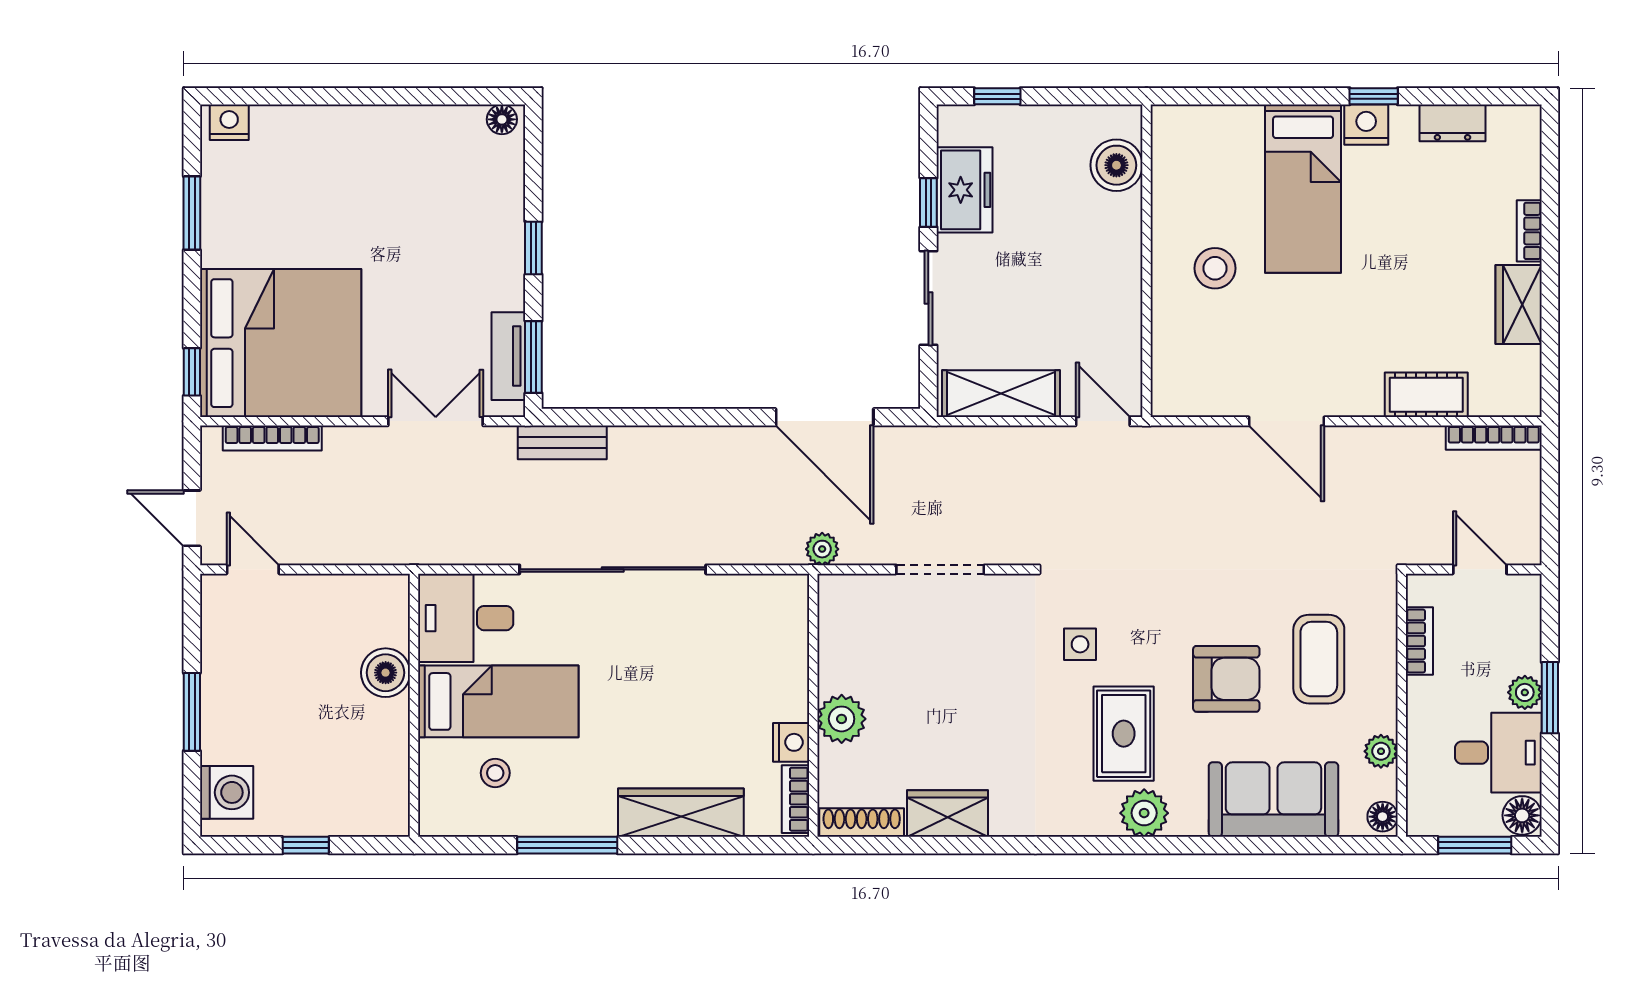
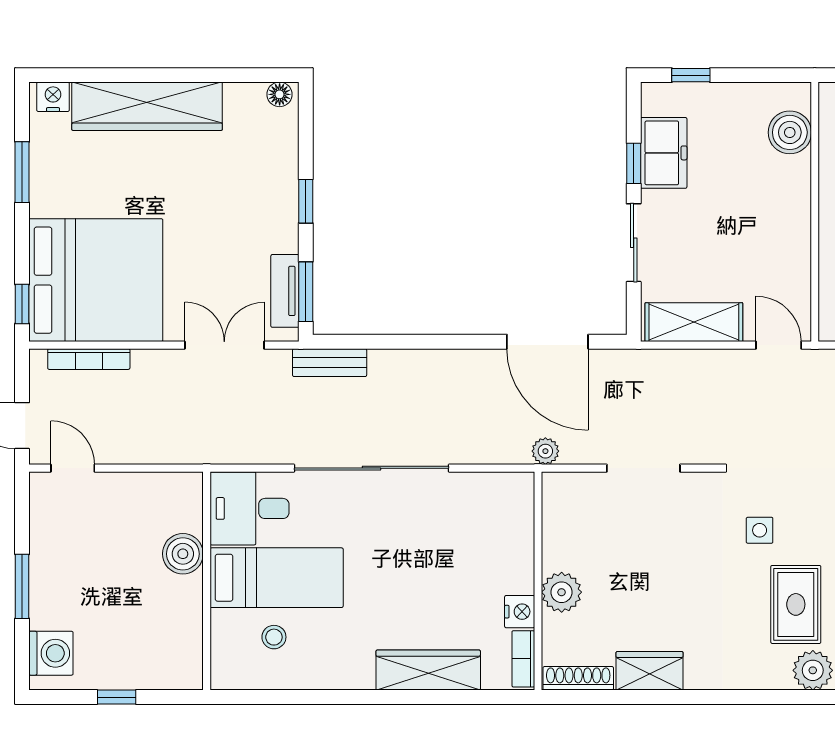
wardrobe: (342, 134) -> (147, 106), added
window: (567, 845) -> (334, 697), removed

